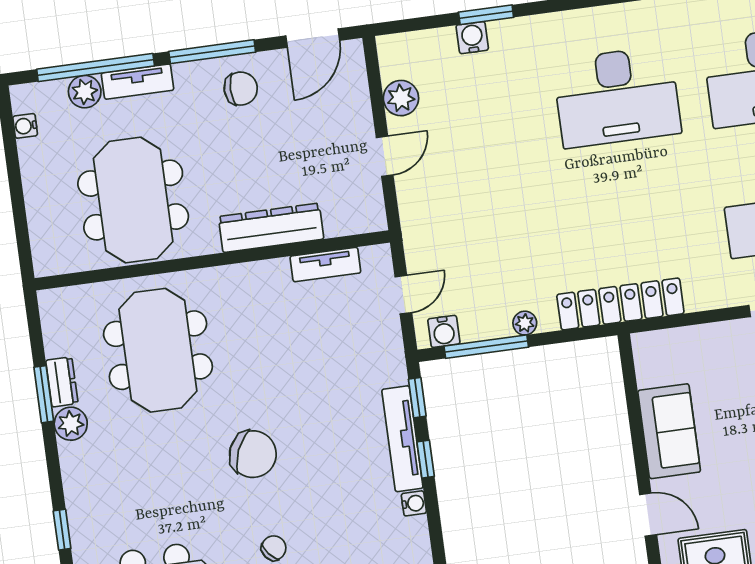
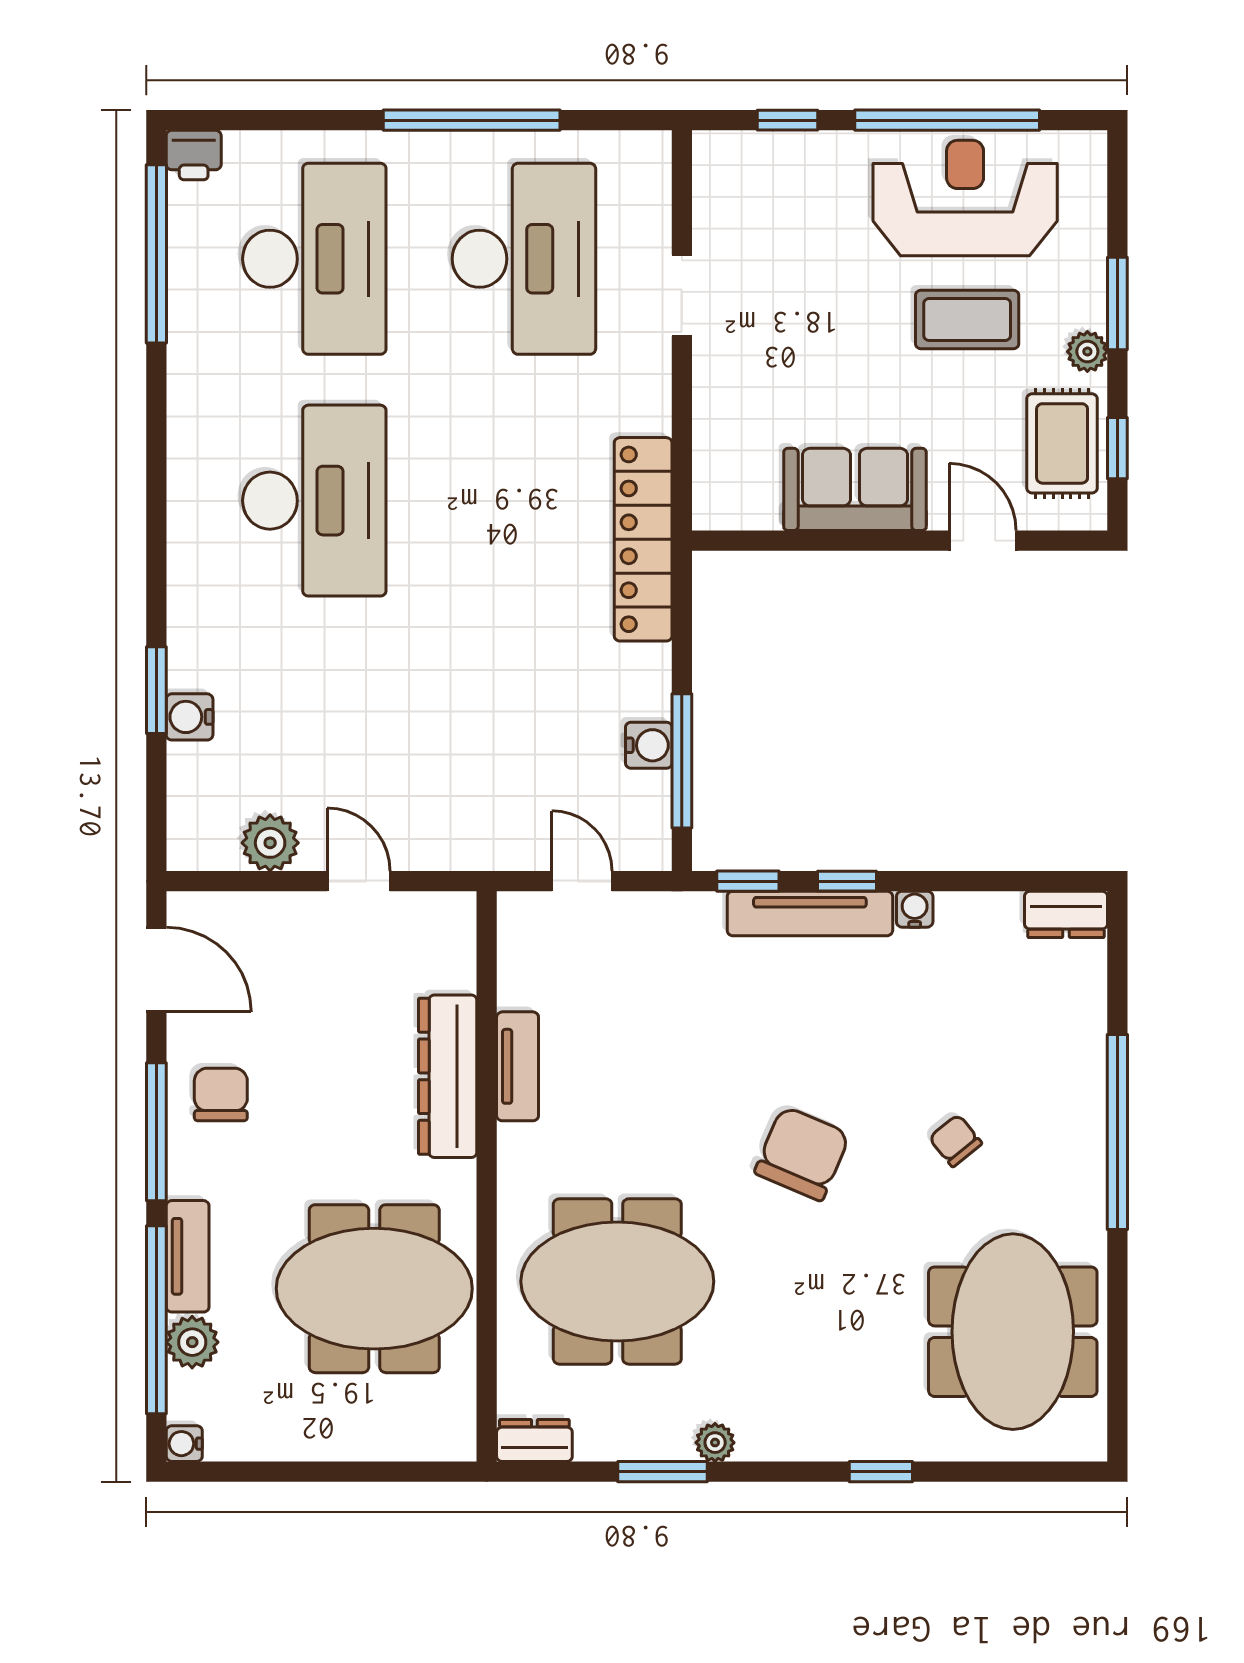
water cooler: (25, 126) -> (184, 1444), moved, turned 90
tv unit: (325, 265) -> (518, 1066), moved
plant: (525, 323) -> (653, 695), removed
water cooler: (444, 331) -> (649, 745), moved
dresser: (62, 382) -> (534, 1440), moved
plant: (71, 424) -> (715, 1443), width x0.73, depth x0.73
door: (648, 515) -> (983, 541), hinge flipped

